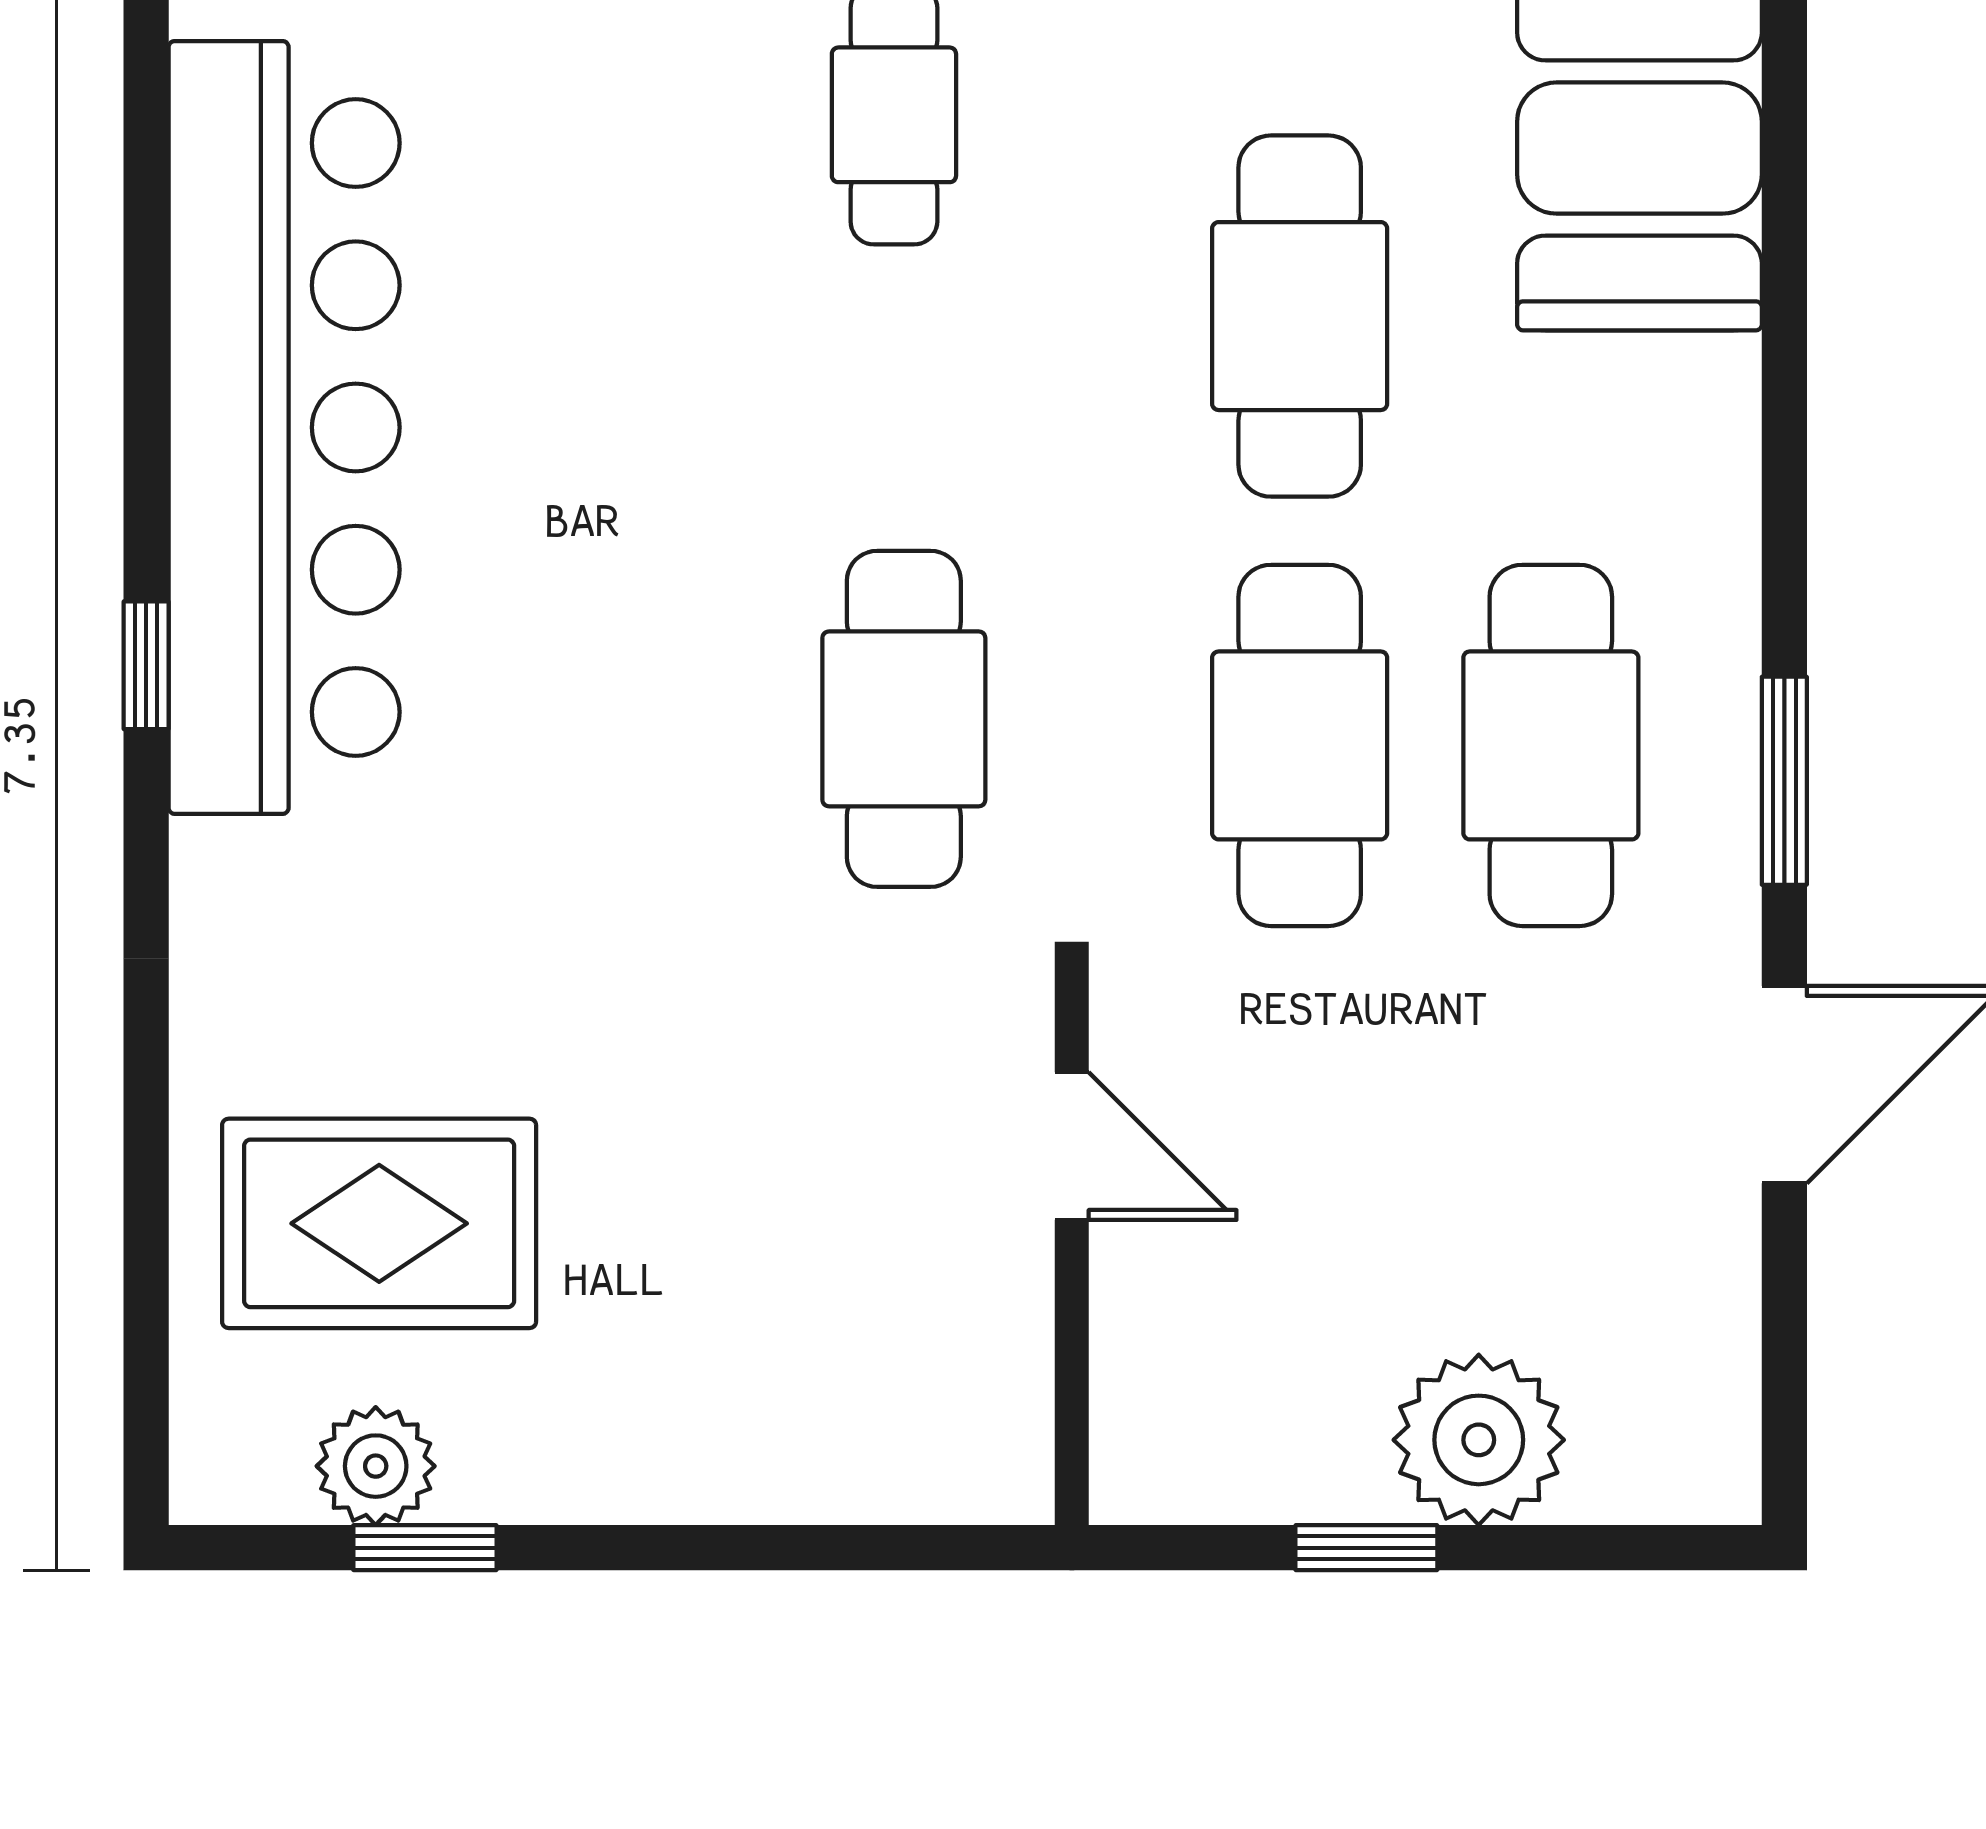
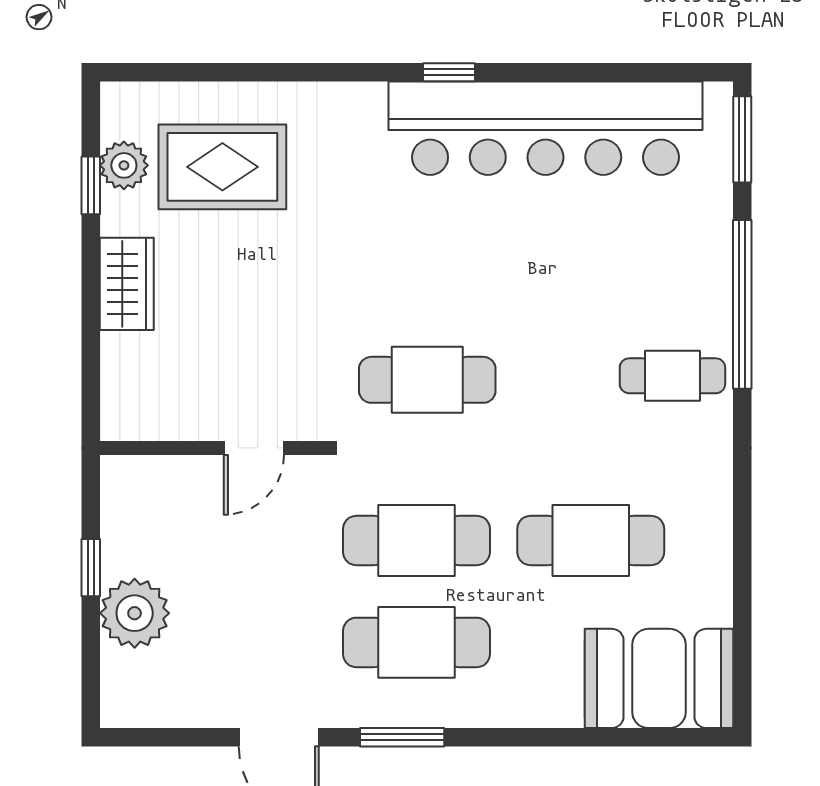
rug: (379, 1223) -> (222, 167), turned 90
wardrobe: (668, 1459) -> (127, 284), added

